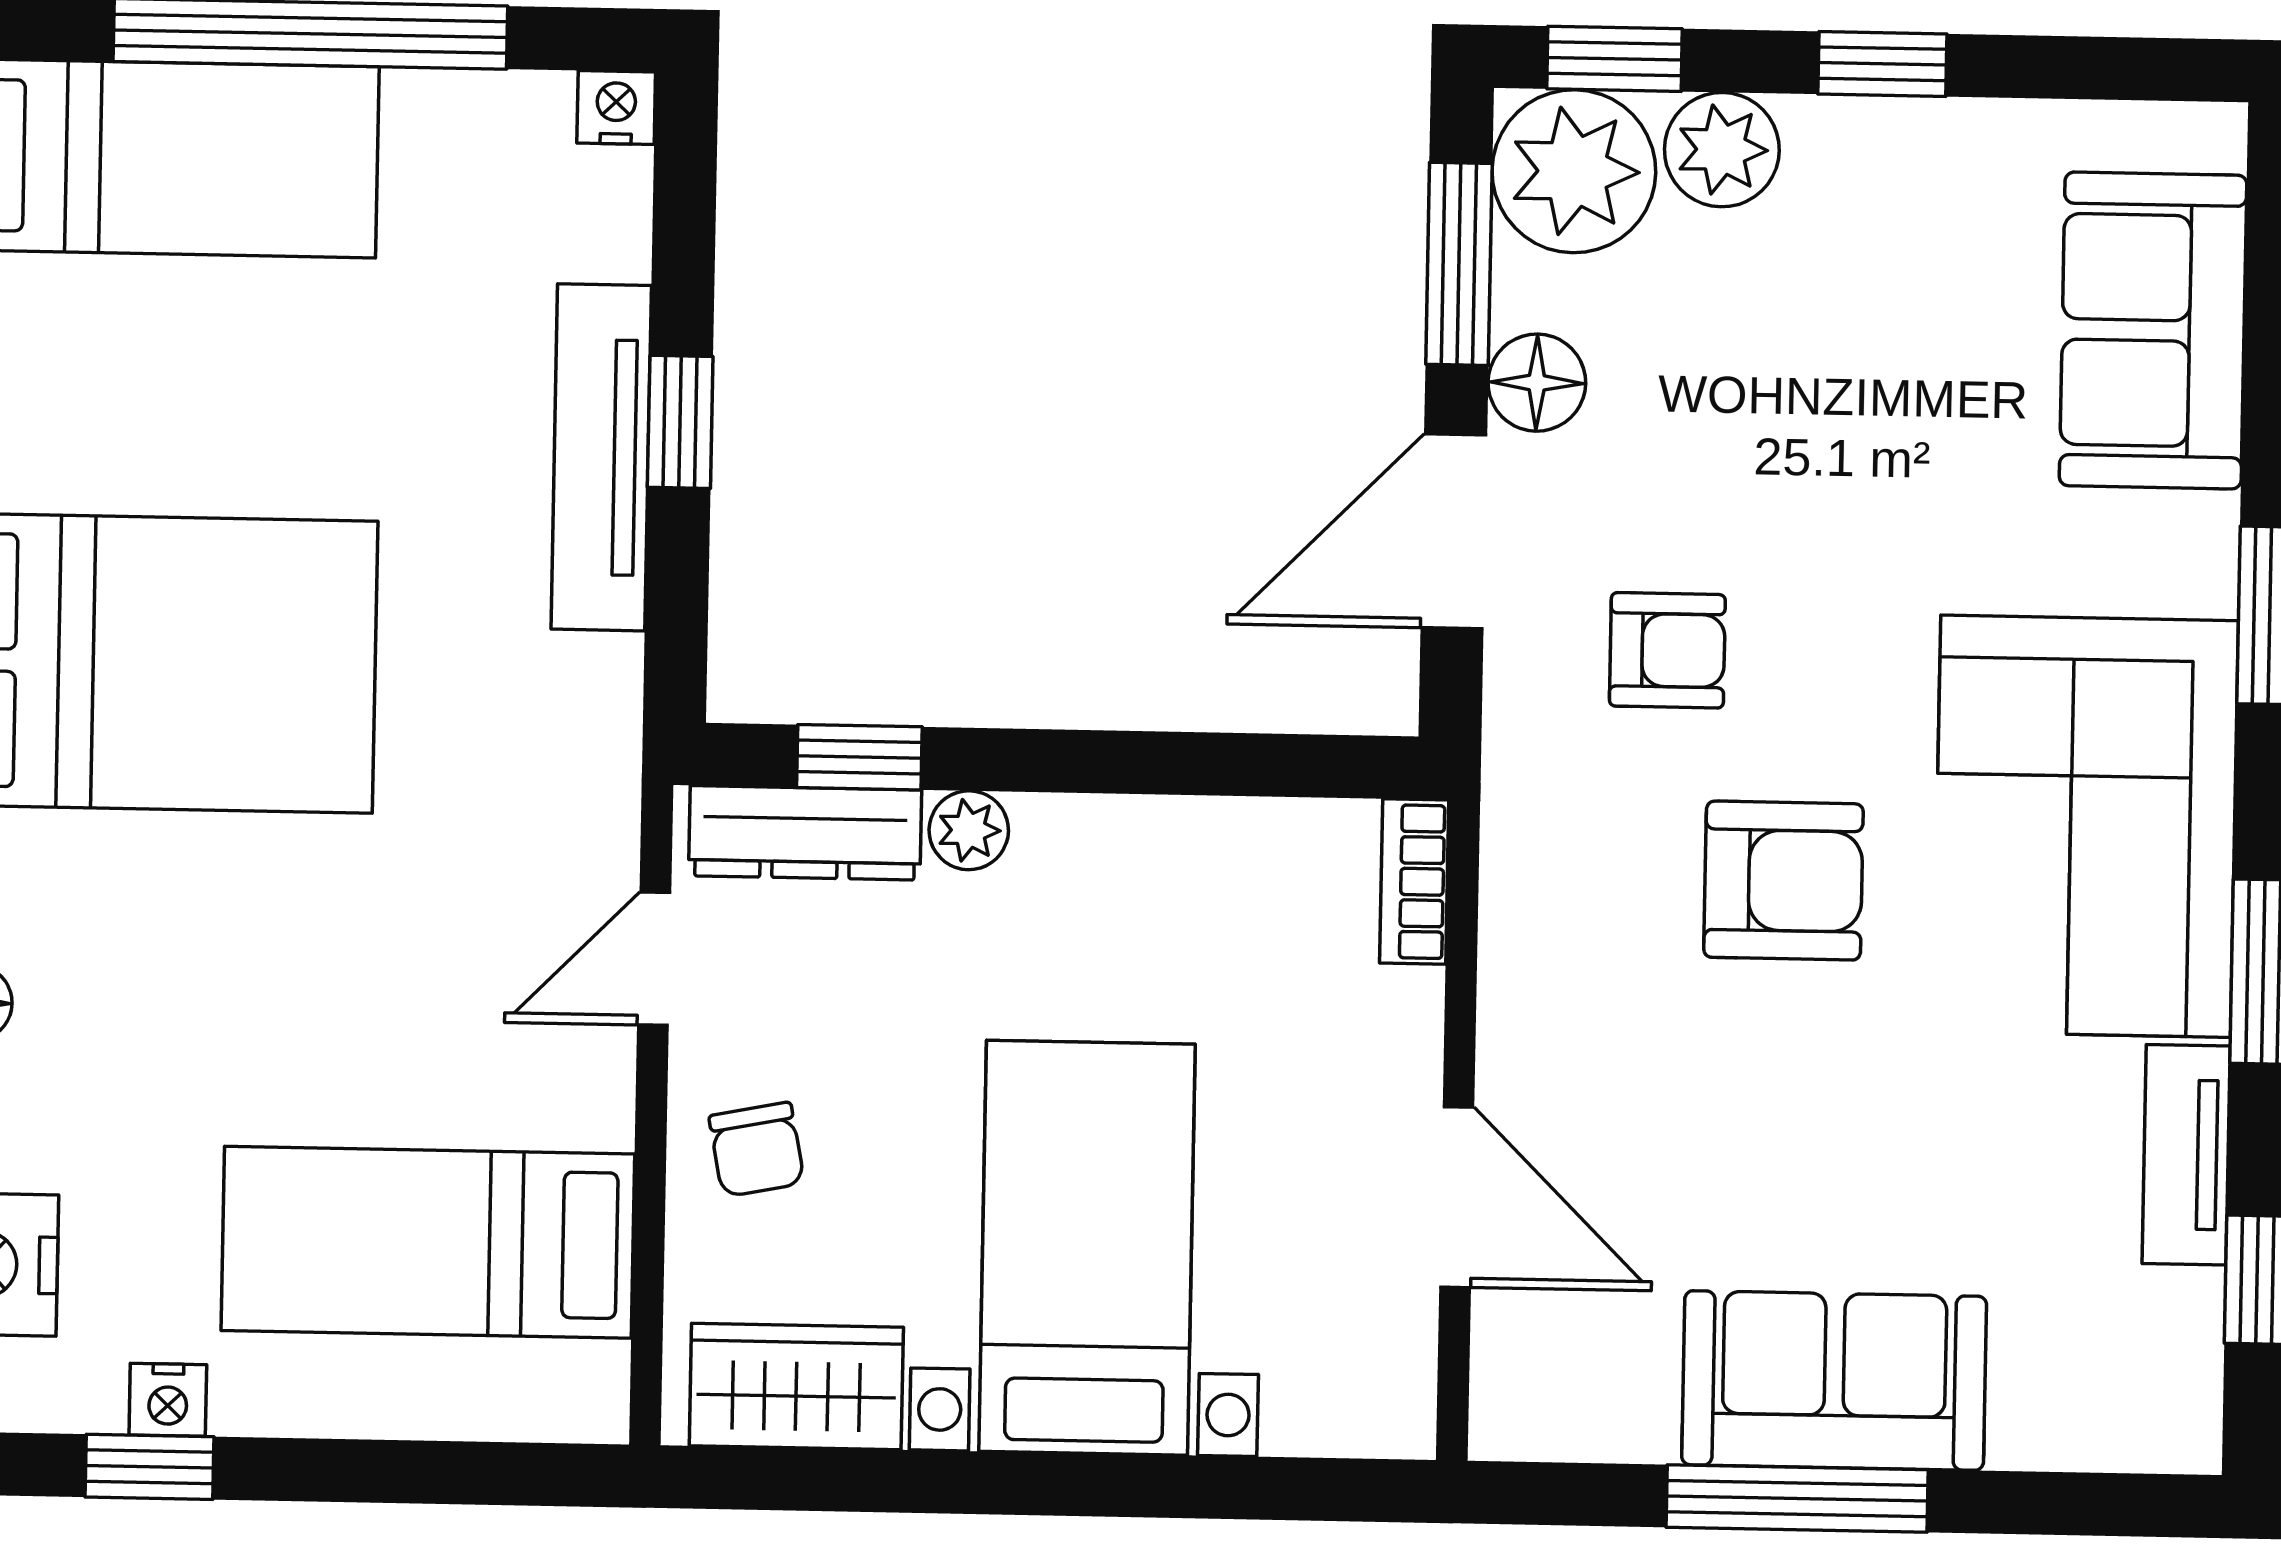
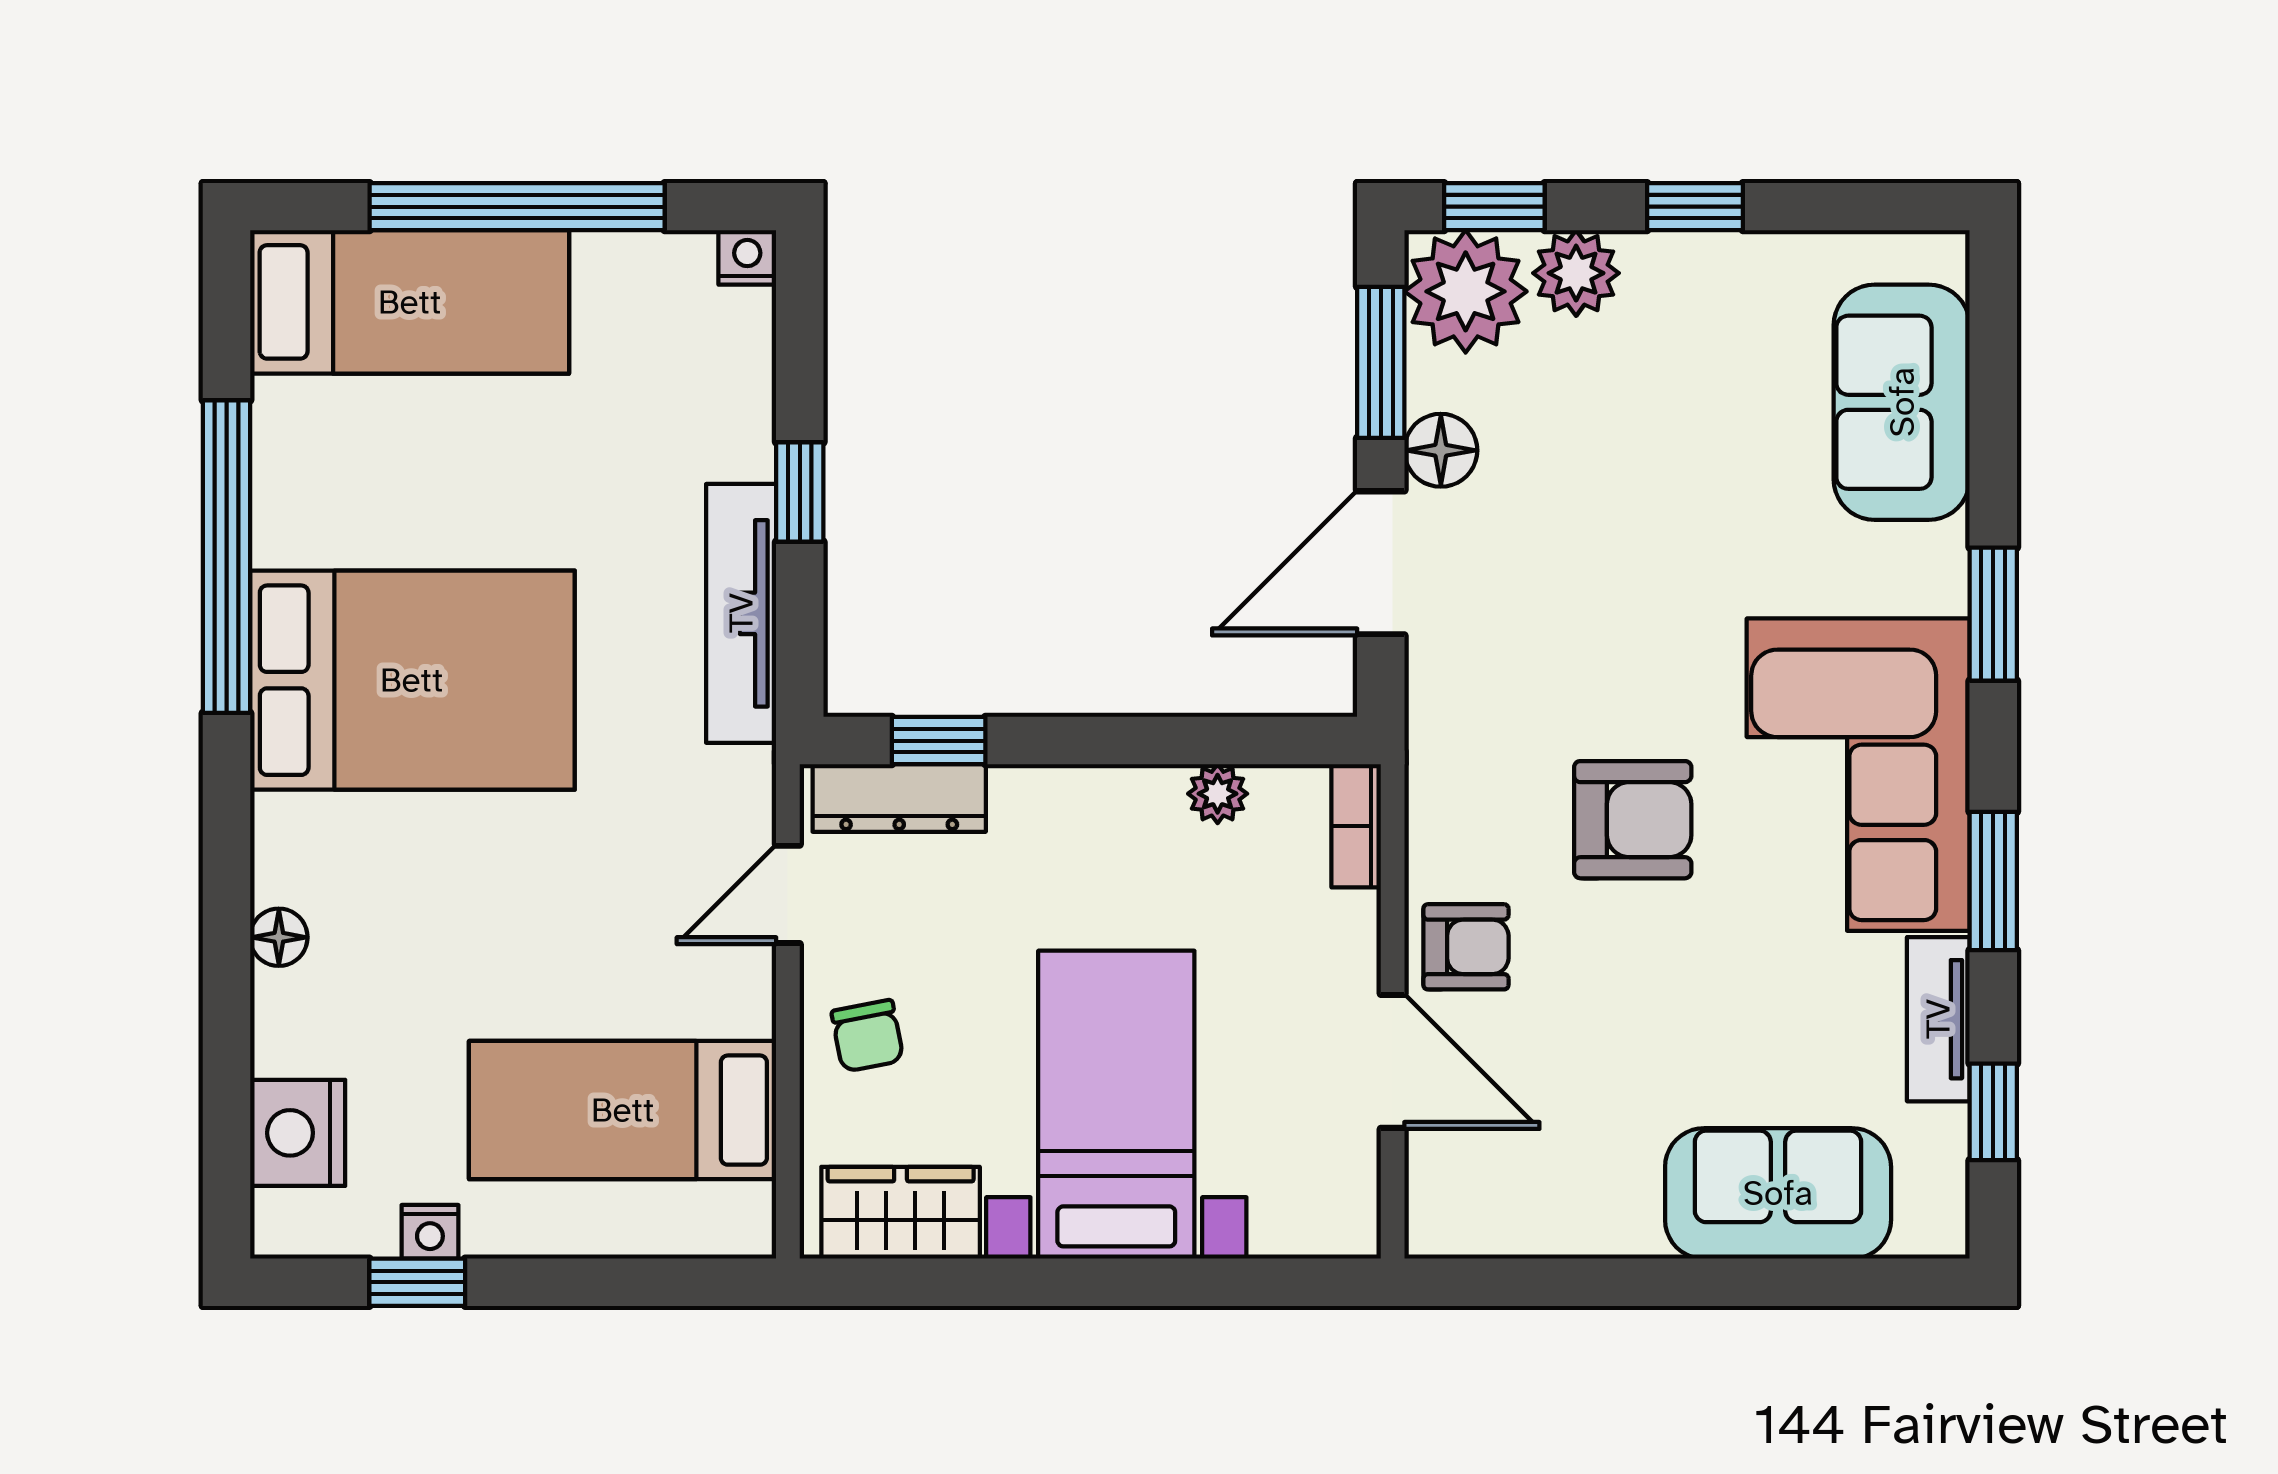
tv unit: (601, 457) -> (741, 613), moved
armchair: (1667, 650) -> (1466, 947), moved
plant: (969, 830) -> (1218, 794), moved
sofa: (1834, 1381) -> (1778, 1193), moved
window: (1797, 1498) -> (1652, 1282), removed

